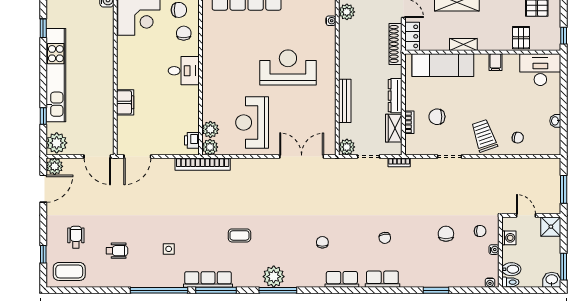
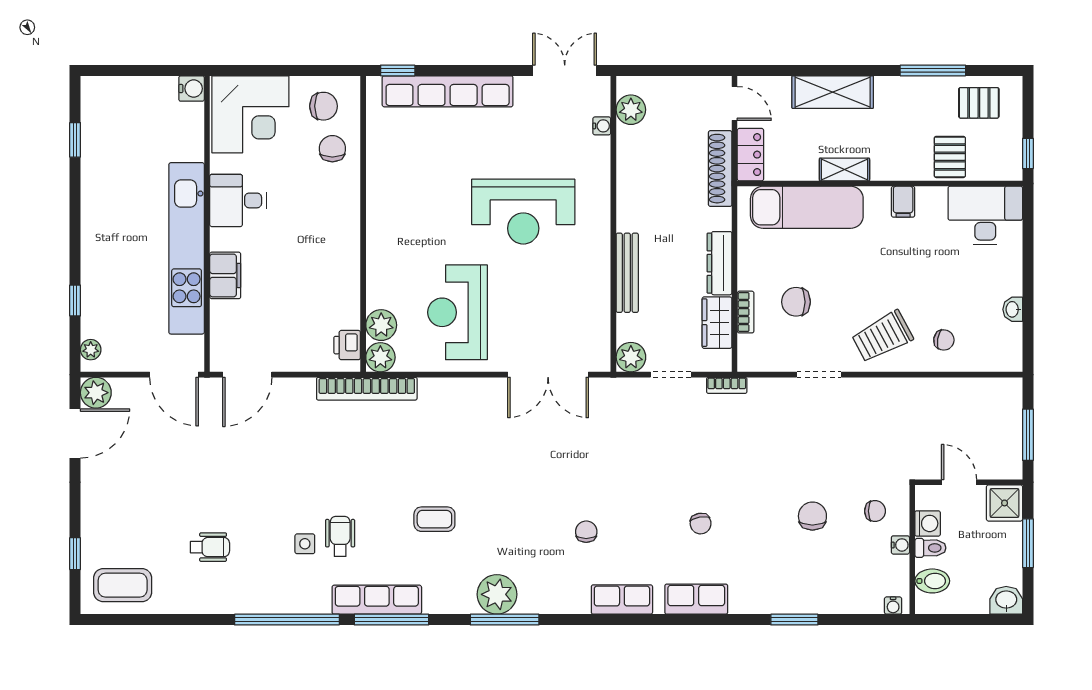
reception desk: (288, 67) -> (523, 212), turned 180
desk: (184, 71) -> (238, 200), moved, turned 180
kitchen unit: (56, 75) -> (187, 248), moved, turned 180
trolley: (484, 136) -> (882, 337), turned -99
plant: (57, 143) -> (91, 350), width x0.53, depth x0.53
double door: (302, 157) -> (548, 375), swing flipped
wheelchair: (76, 237) -> (340, 536), moved
window: (564, 267) -> (1028, 543), moved
toilet: (510, 282) -> (930, 548), moved

